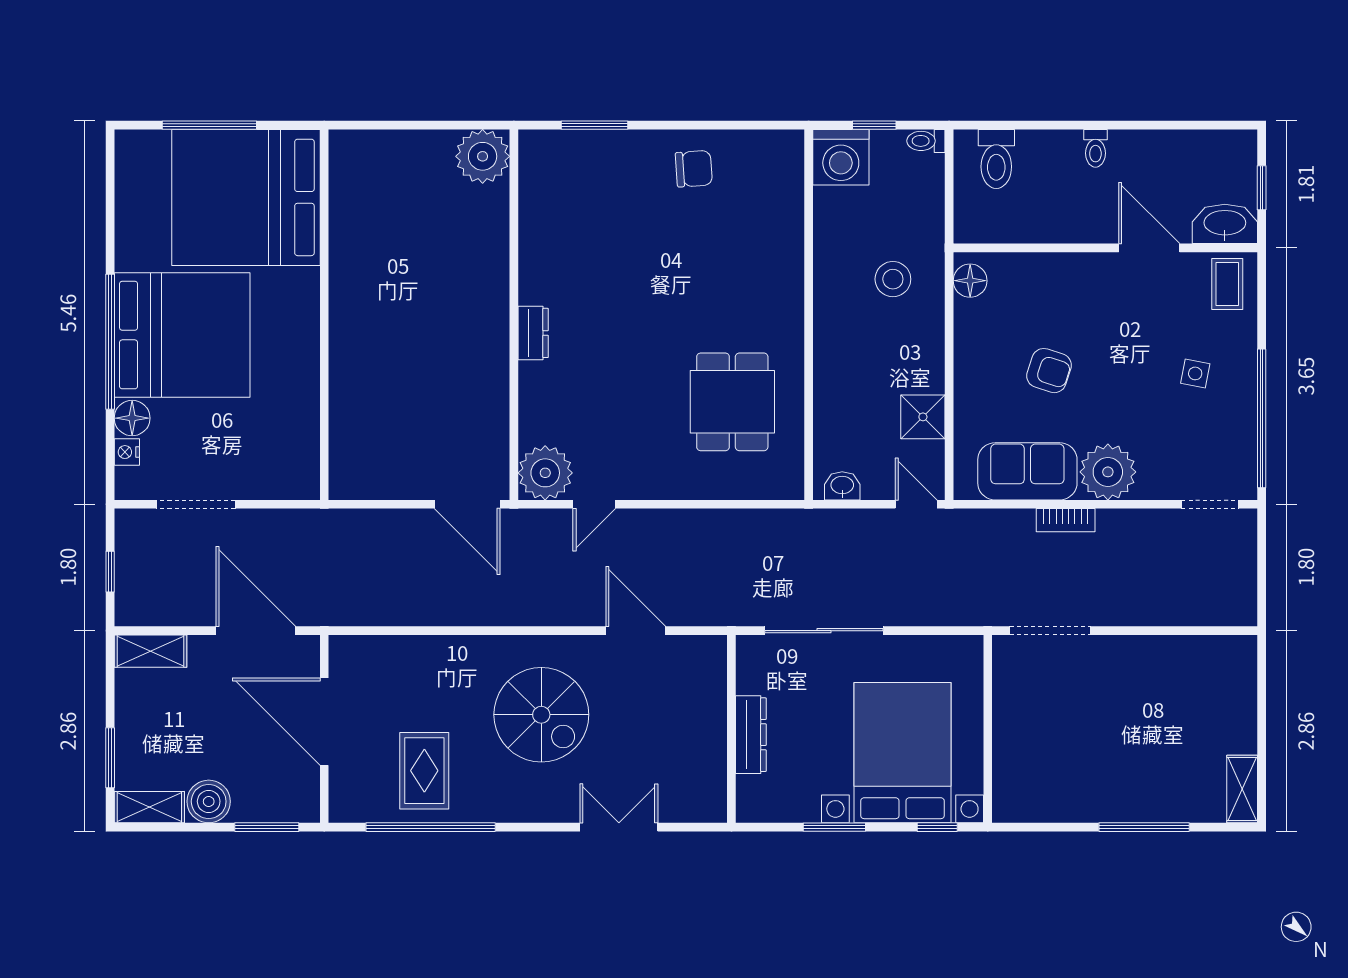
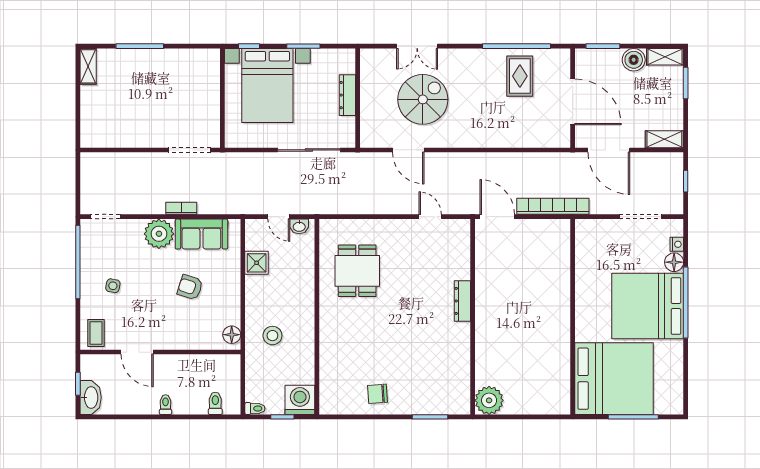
toilet: (996, 159) -> (215, 403), width x0.73, depth x0.72
washbasin: (1225, 224) -> (91, 397), moved, turned -90
dresser: (533, 333) -> (462, 301), width x1.44
plant: (545, 473) -> (456, 233), removed
door: (594, 504) -> (430, 217), hinge flipped
door: (916, 504) -> (279, 217), moved
bookcase: (362, 524) -> (553, 206), added
spiral stairs: (541, 715) -> (423, 99), moved, turned 90

